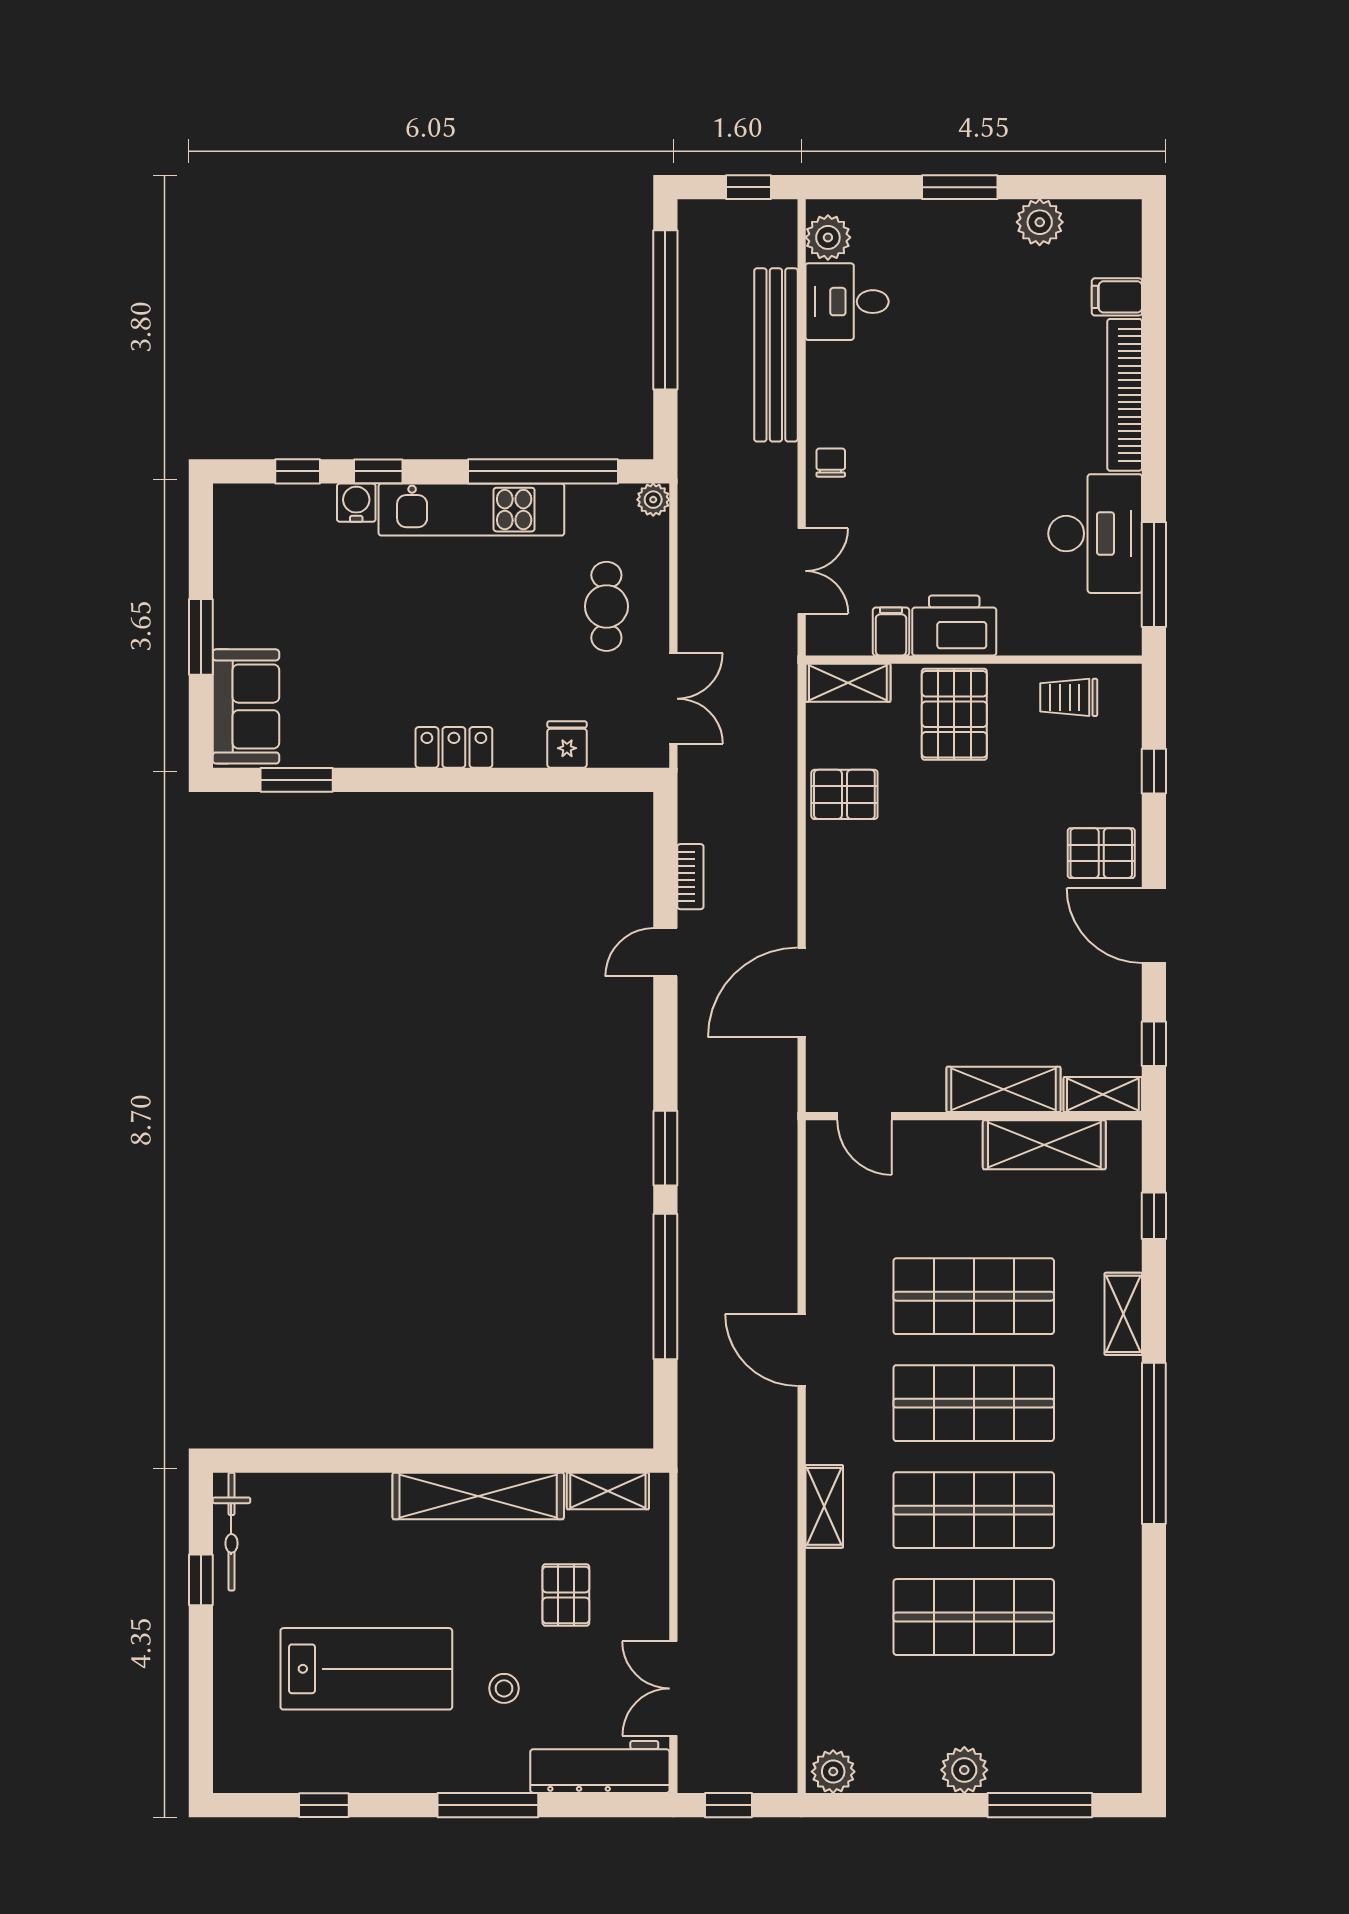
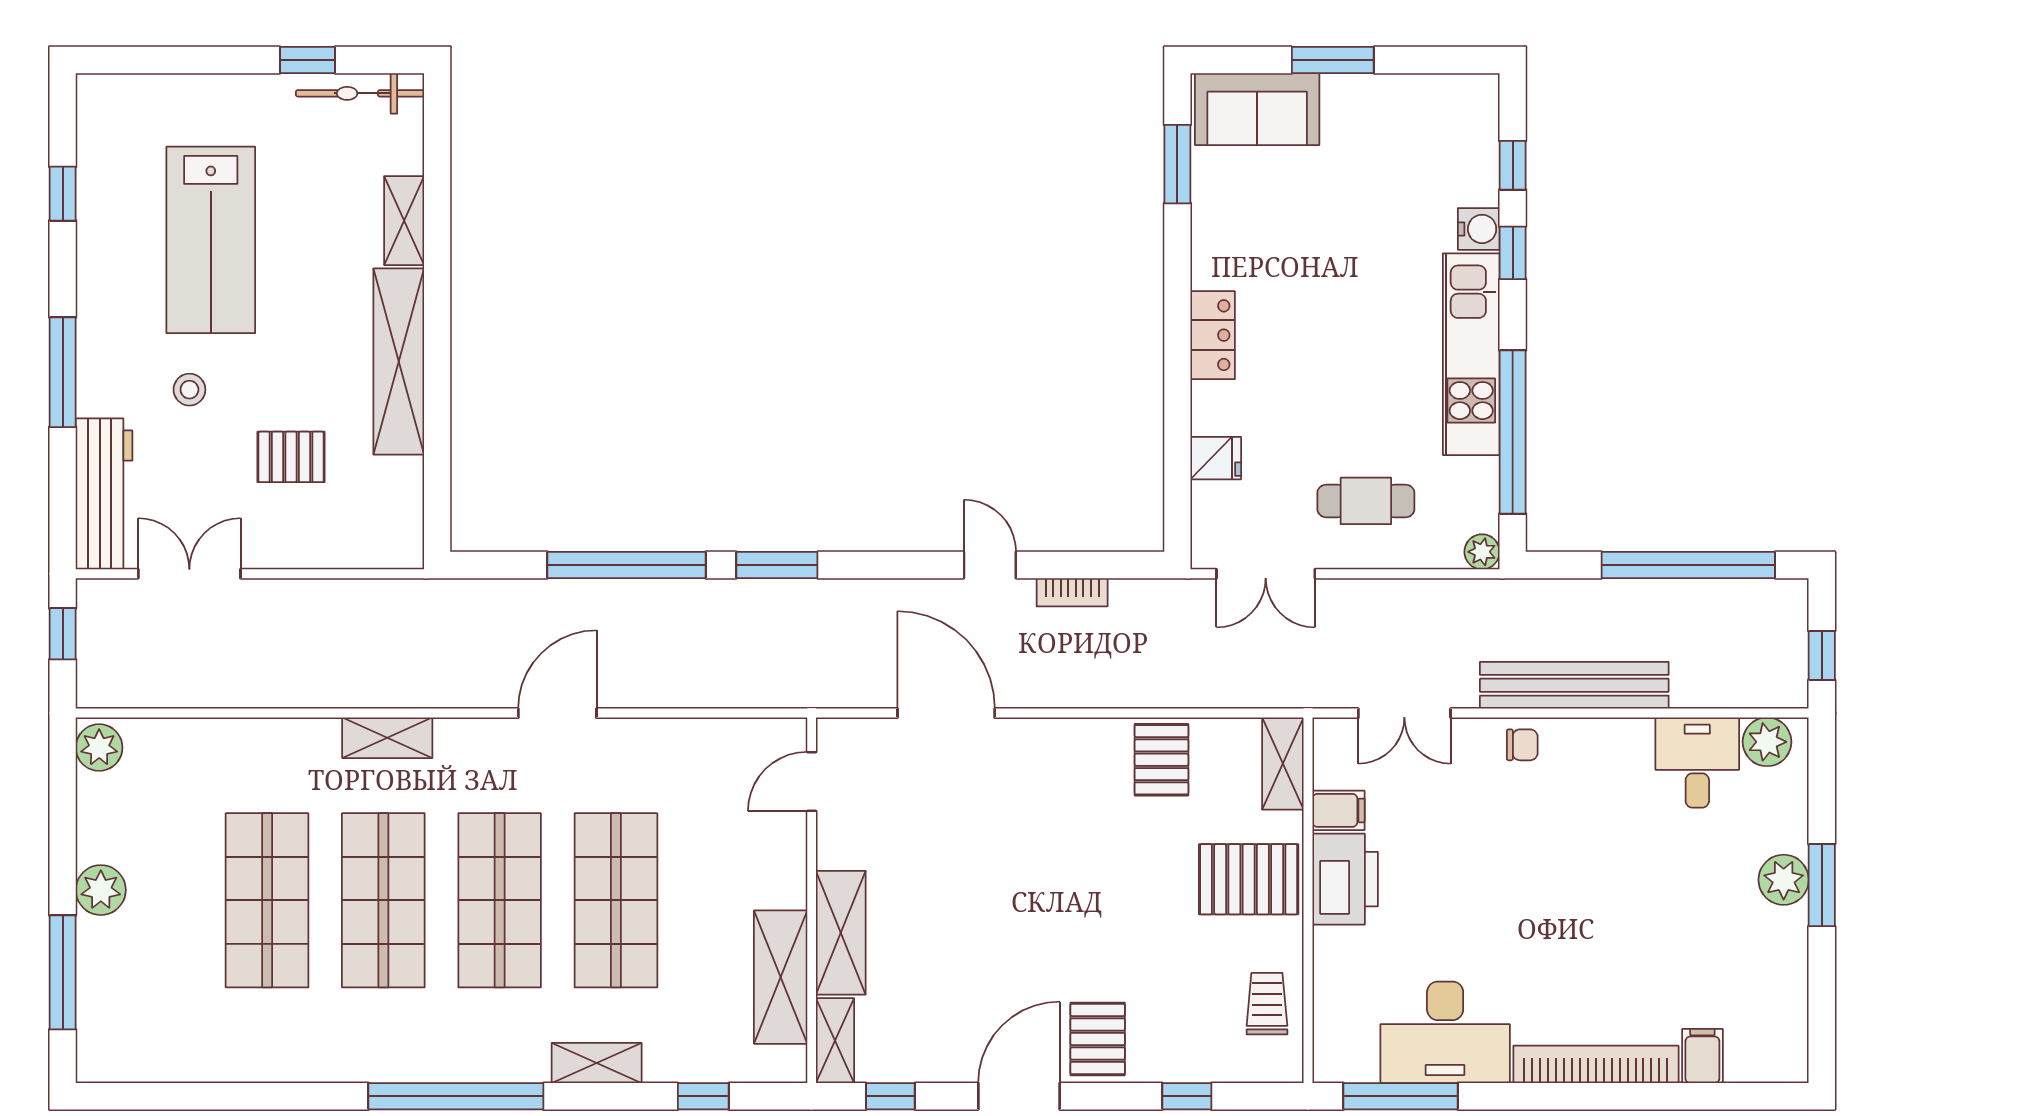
plant: (1040, 222) -> (1784, 880), moved
bench: (776, 355) -> (1574, 685), moved
shelving: (608, 1491) -> (404, 221), moved

